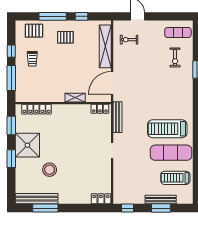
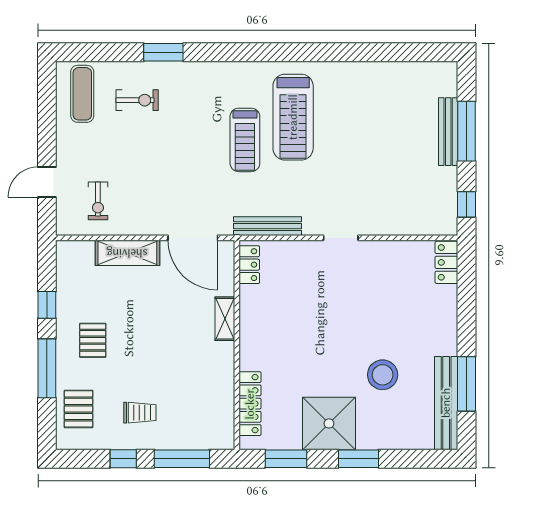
shelving: (105, 46) -> (127, 253), width x0.68
exercise mat: (171, 153) -> (346, 109), removed
treadmill: (175, 178) -> (245, 140), moved
window: (161, 208) -> (467, 131), width x1.44

